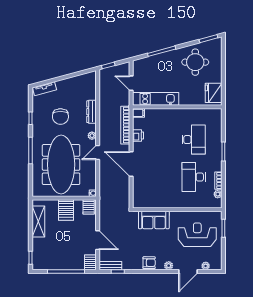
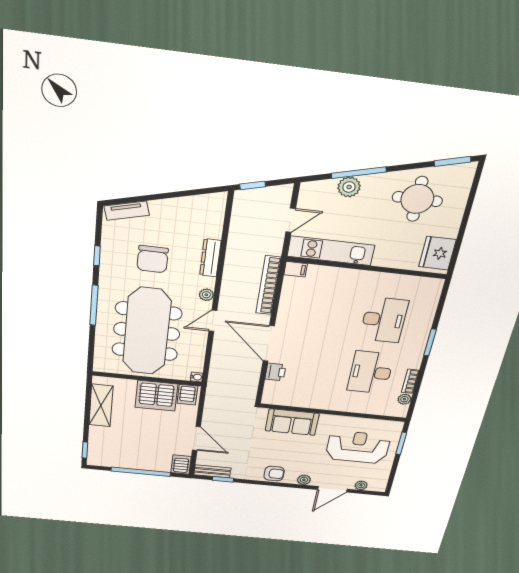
plant: (158, 60) -> (349, 187), added
door: (131, 83) -> (291, 220), swing flipped
printer: (138, 136) -> (275, 372), moved
server rack: (66, 210) -> (156, 396), width x1.60

